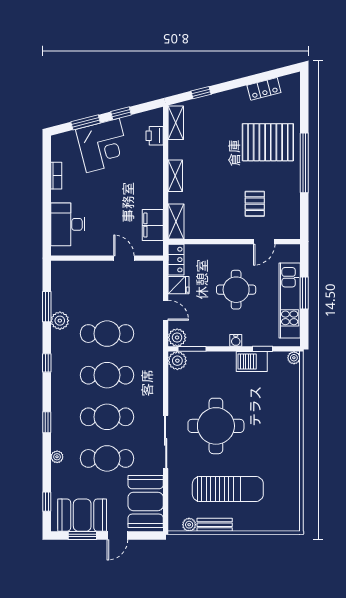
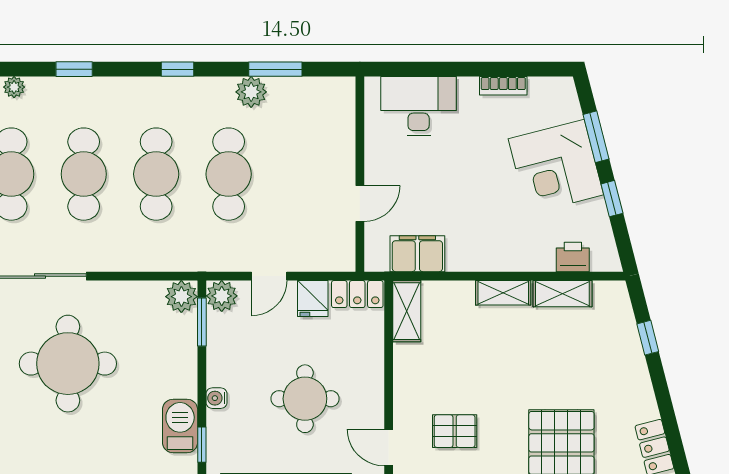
shelving: (176, 123) -> (562, 294), moved
shelving: (176, 221) -> (407, 311), moved, turned 90

